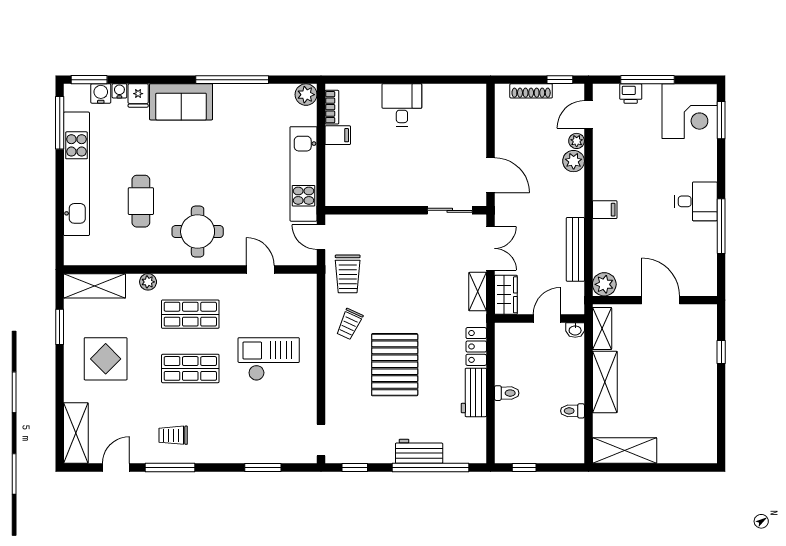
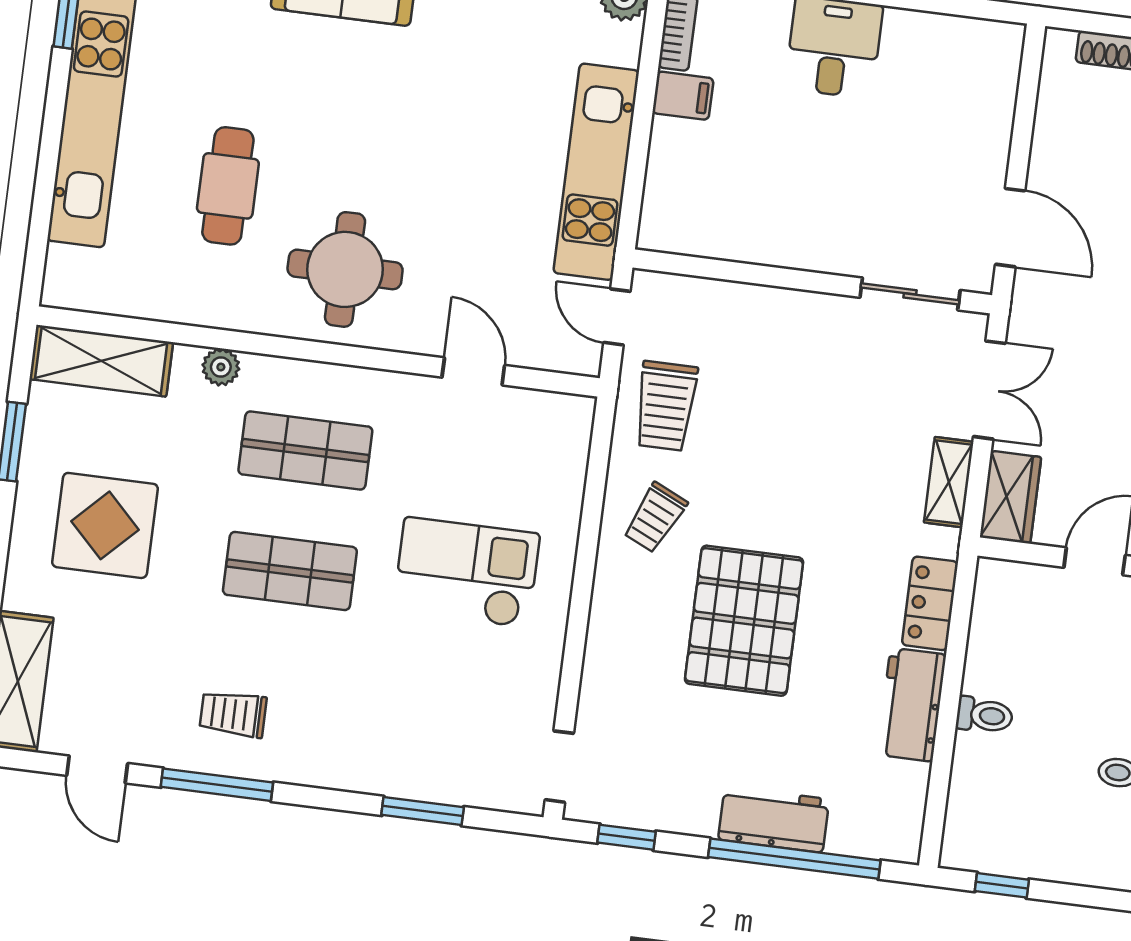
door: (116, 468) -> (97, 769), swing flipped

